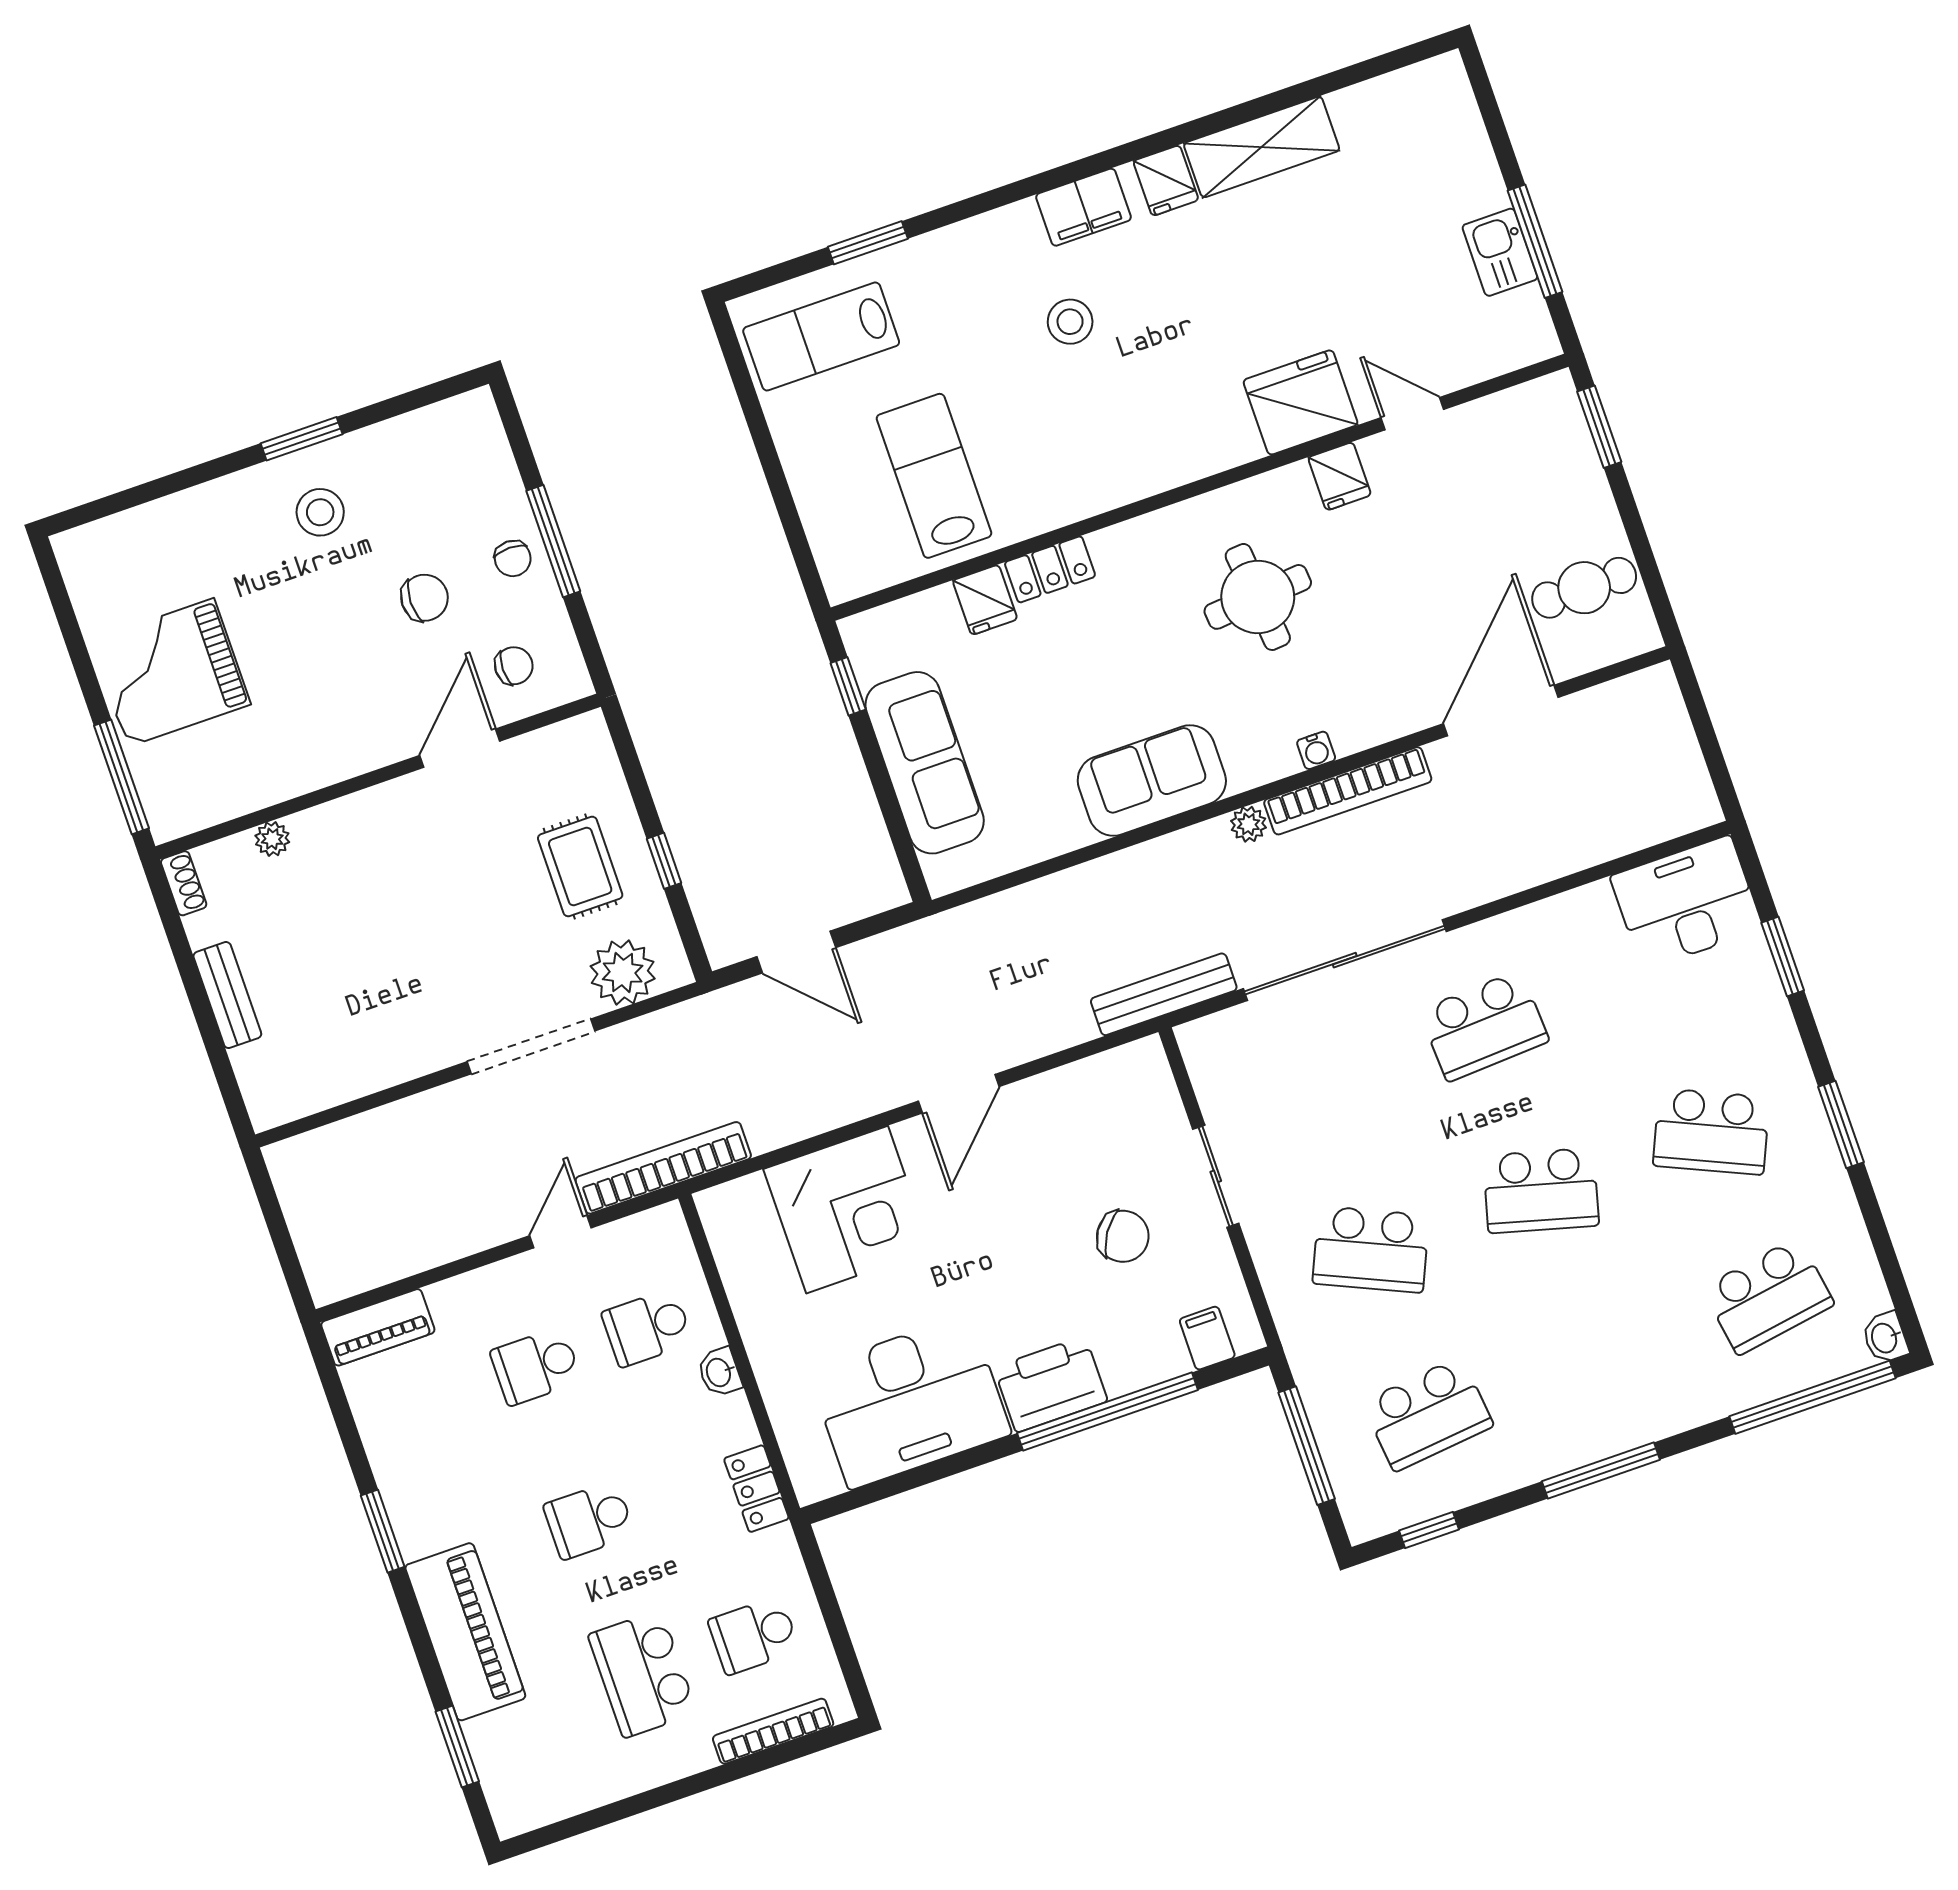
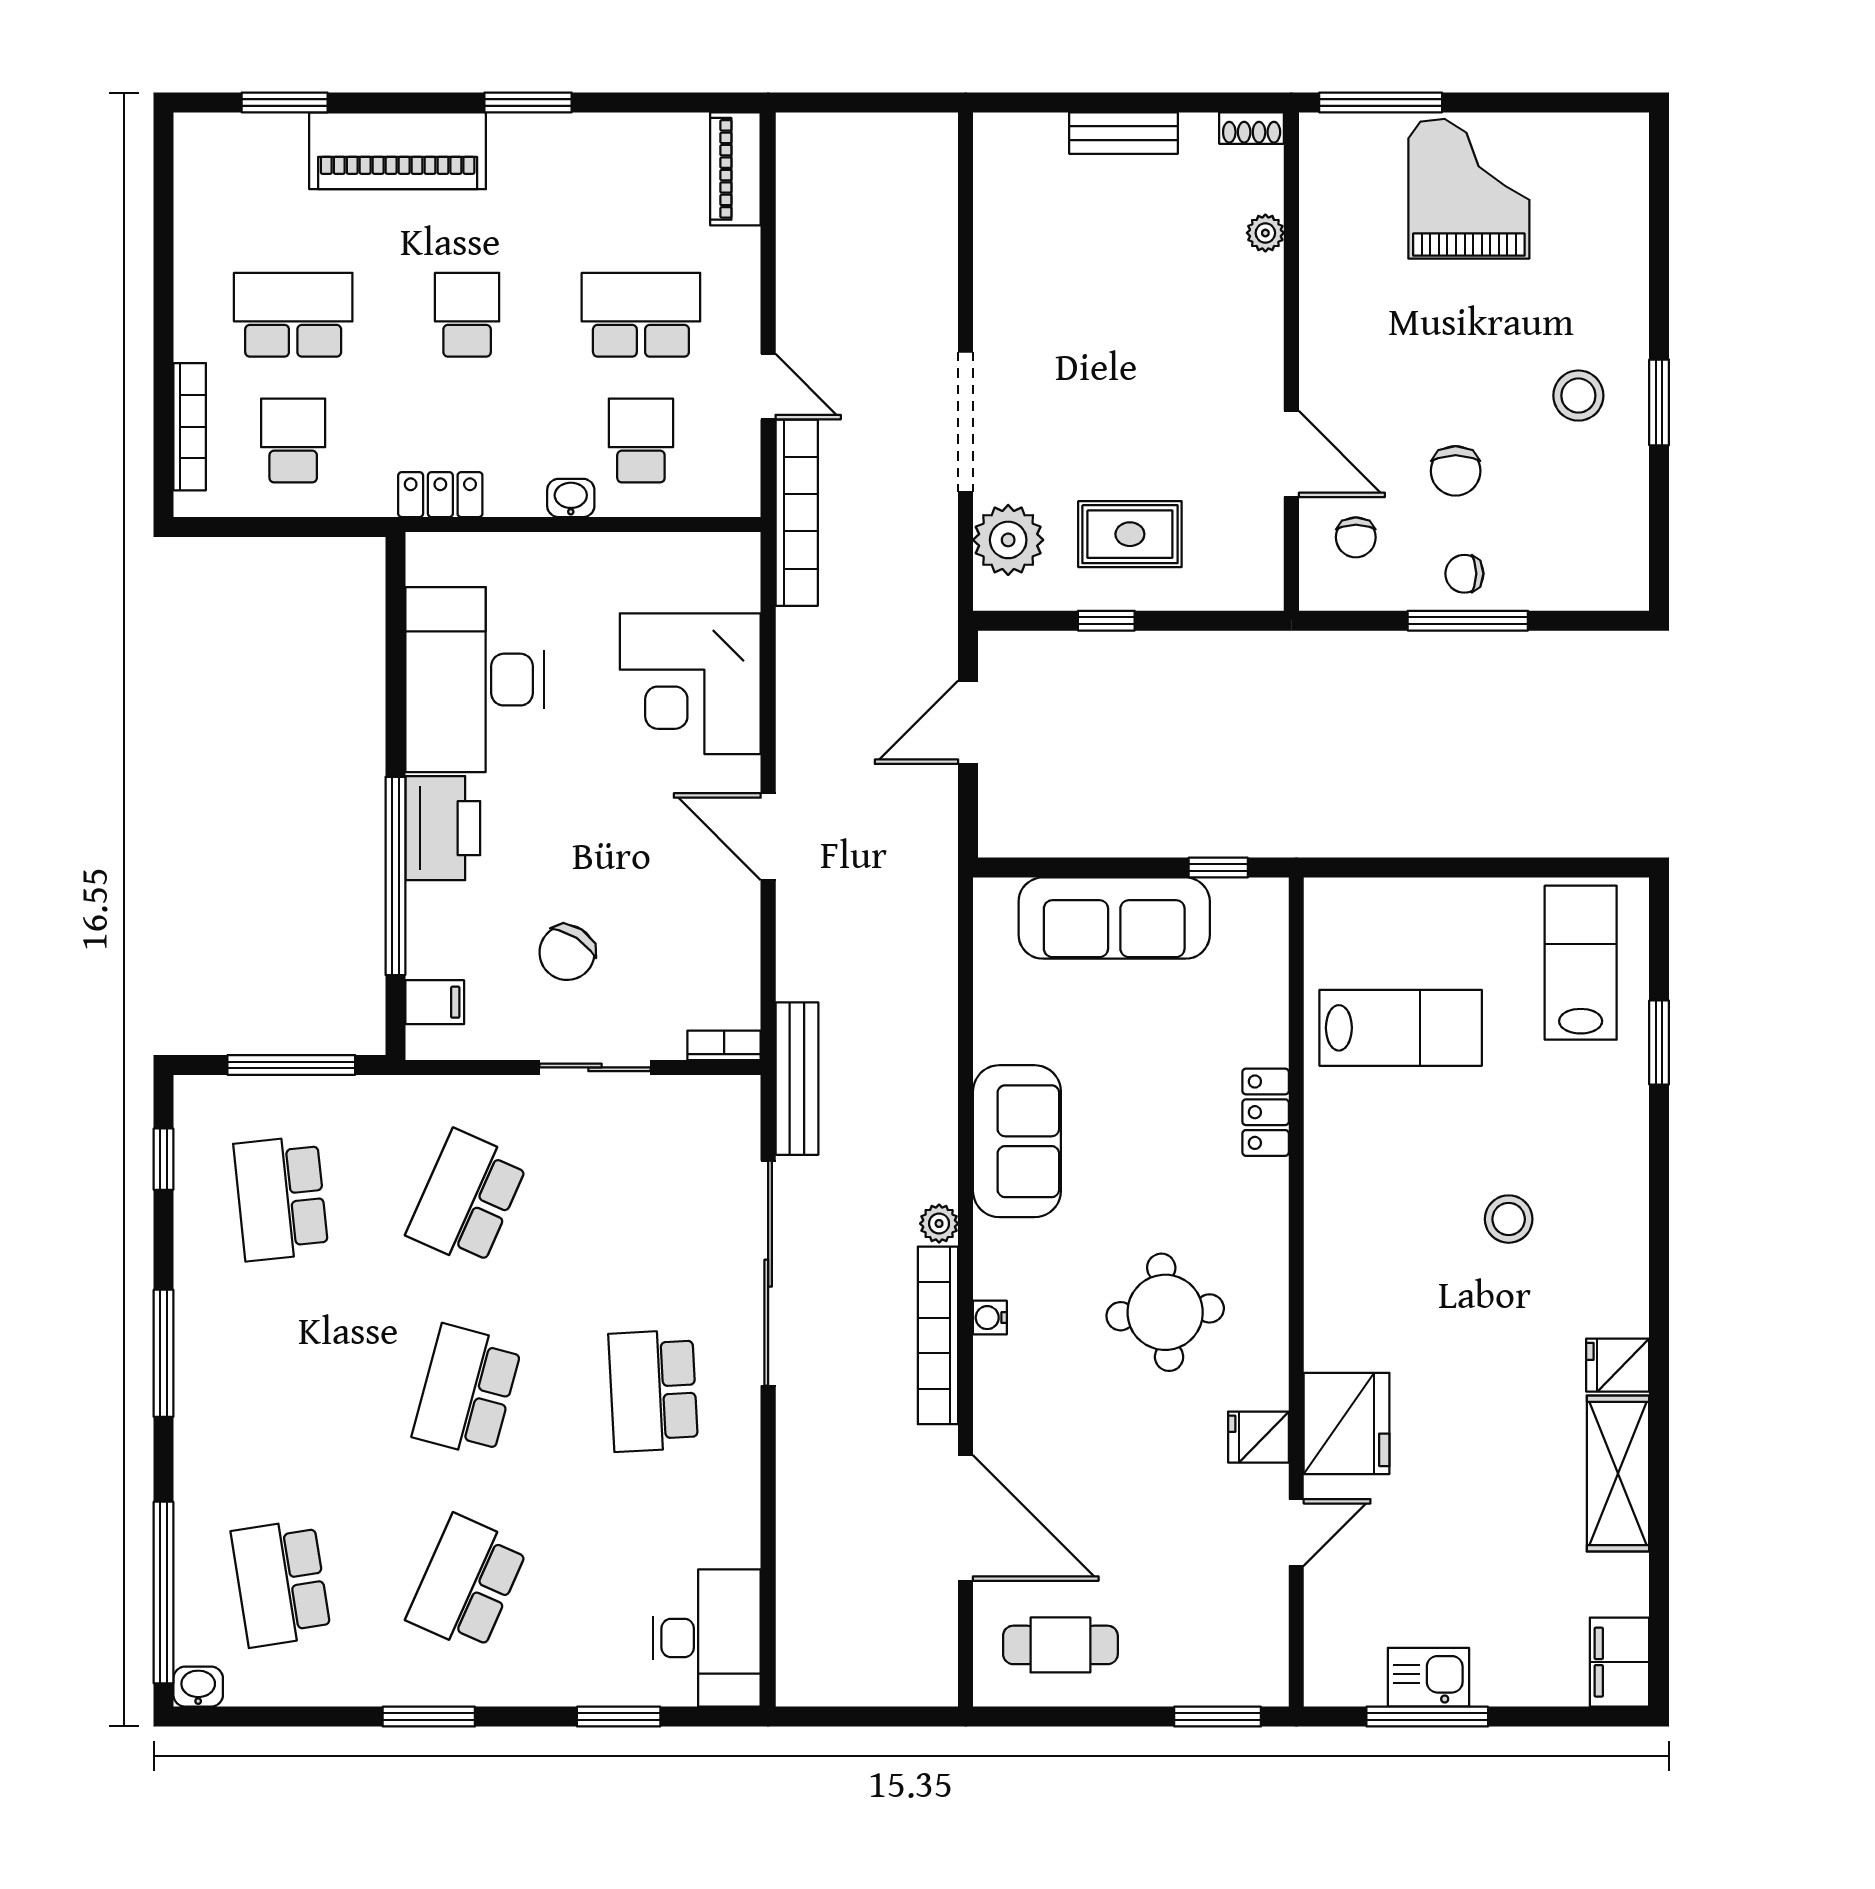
filing cabinet: (1083, 207) -> (1620, 1662), moved
cafe table: (1584, 588) -> (1060, 1645), turned 90
fridge: (985, 600) -> (1258, 1036), removed
bookcase: (1157, 1069) -> (724, 1045), added
school desk: (536, 1366) -> (641, 315), width x1.85

